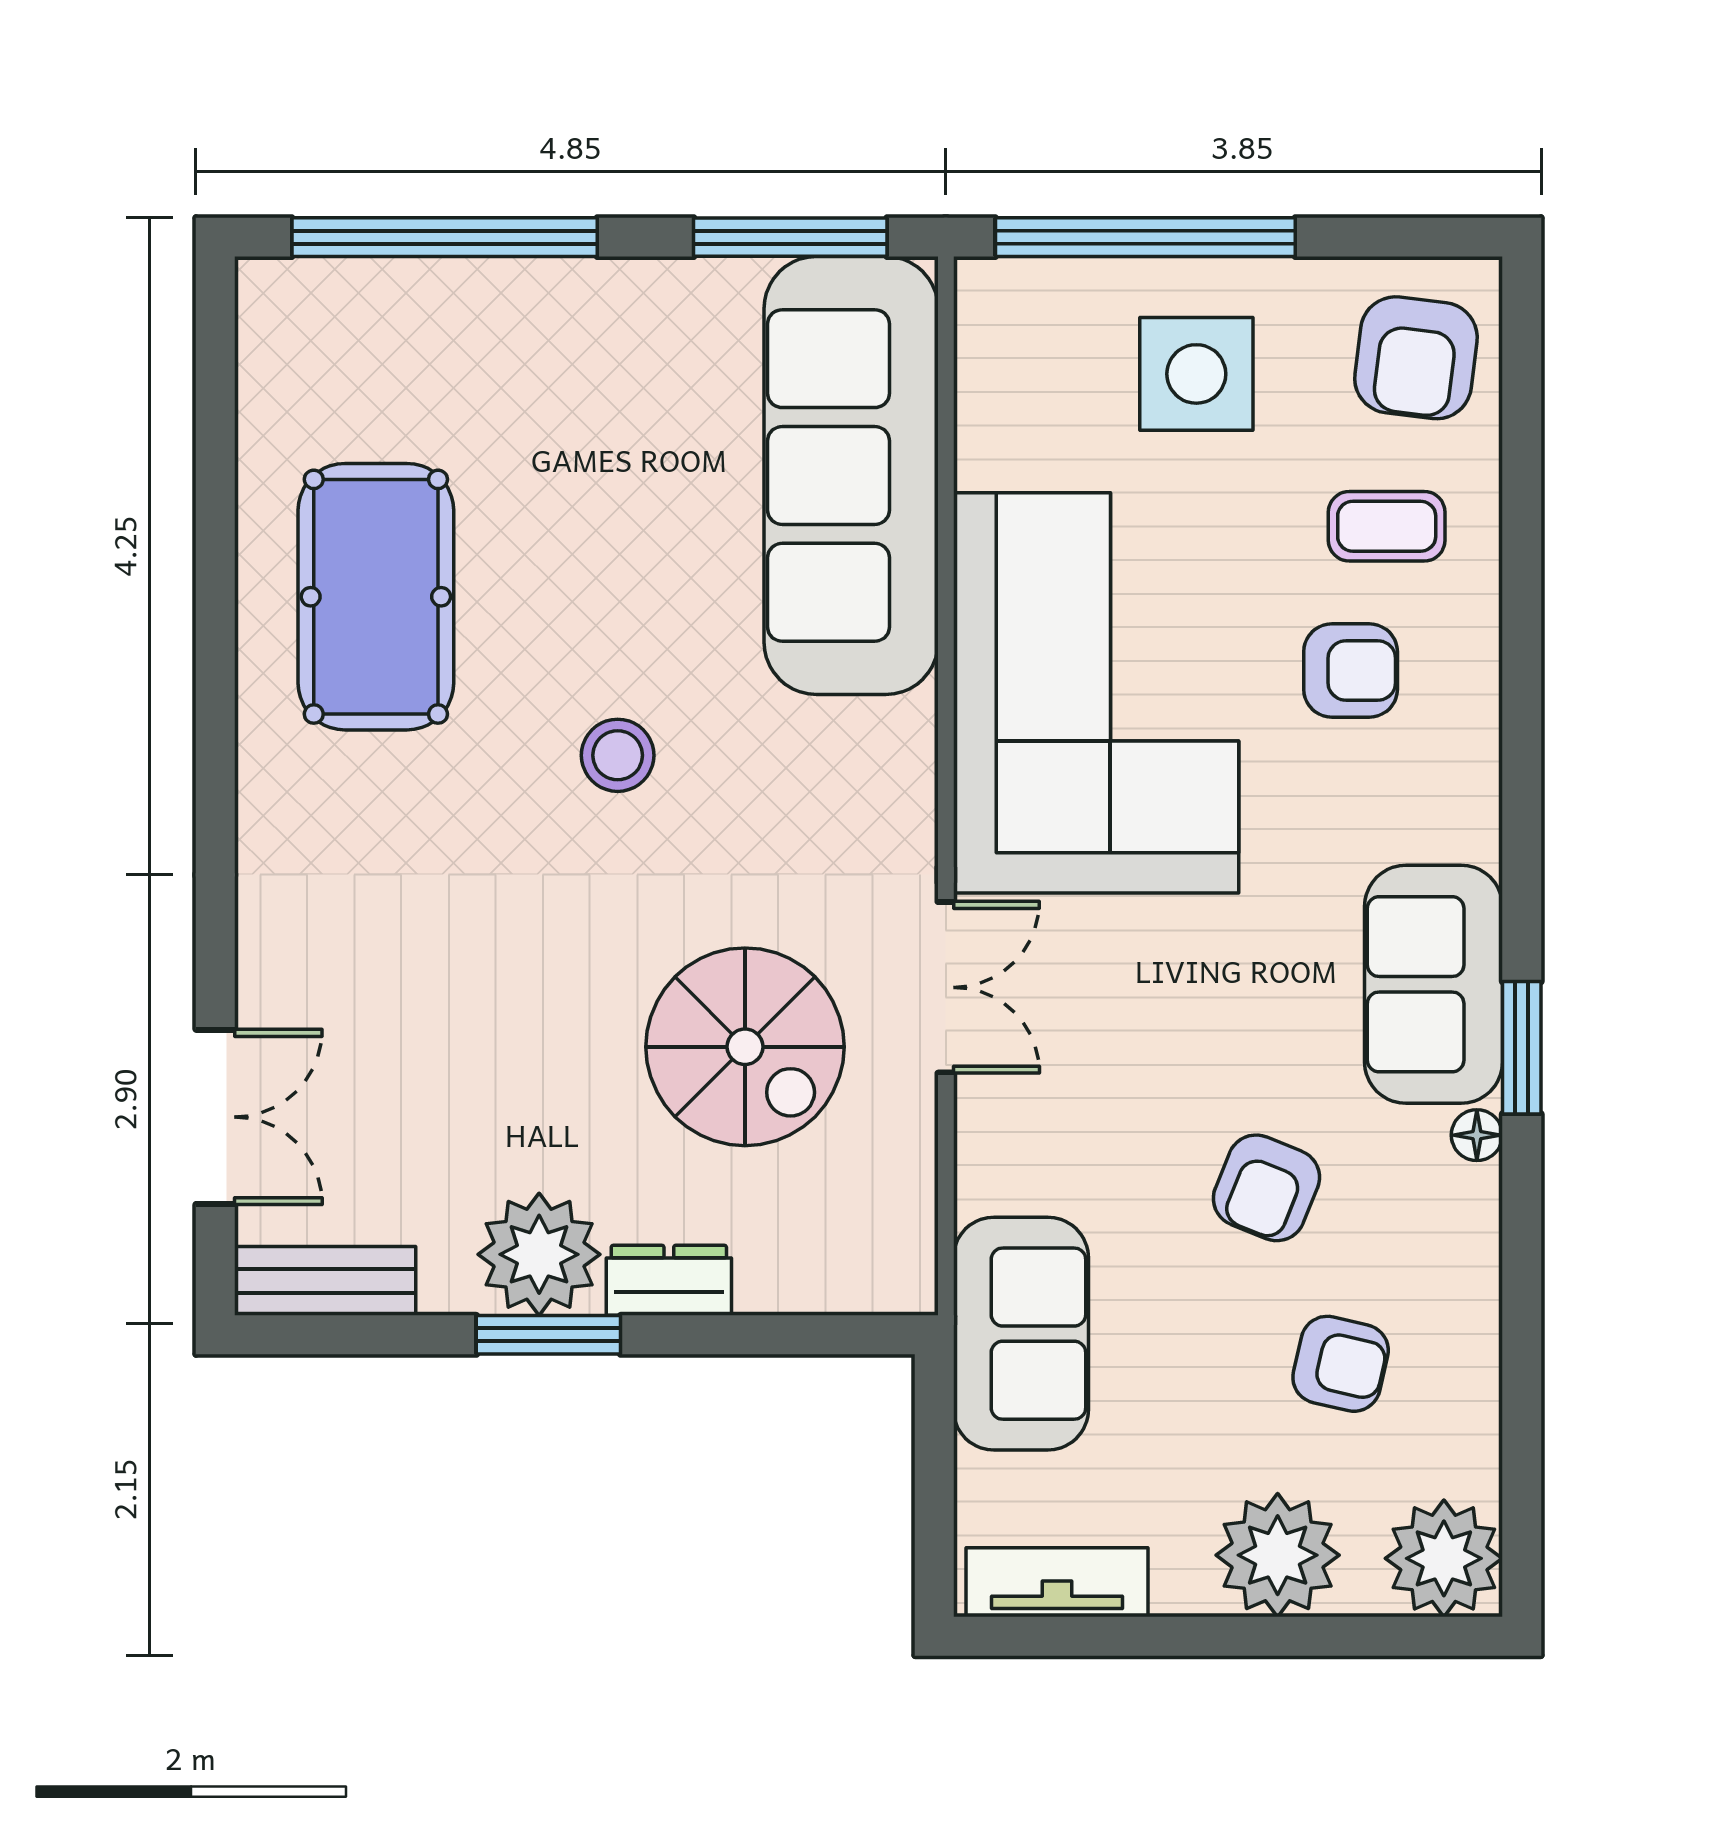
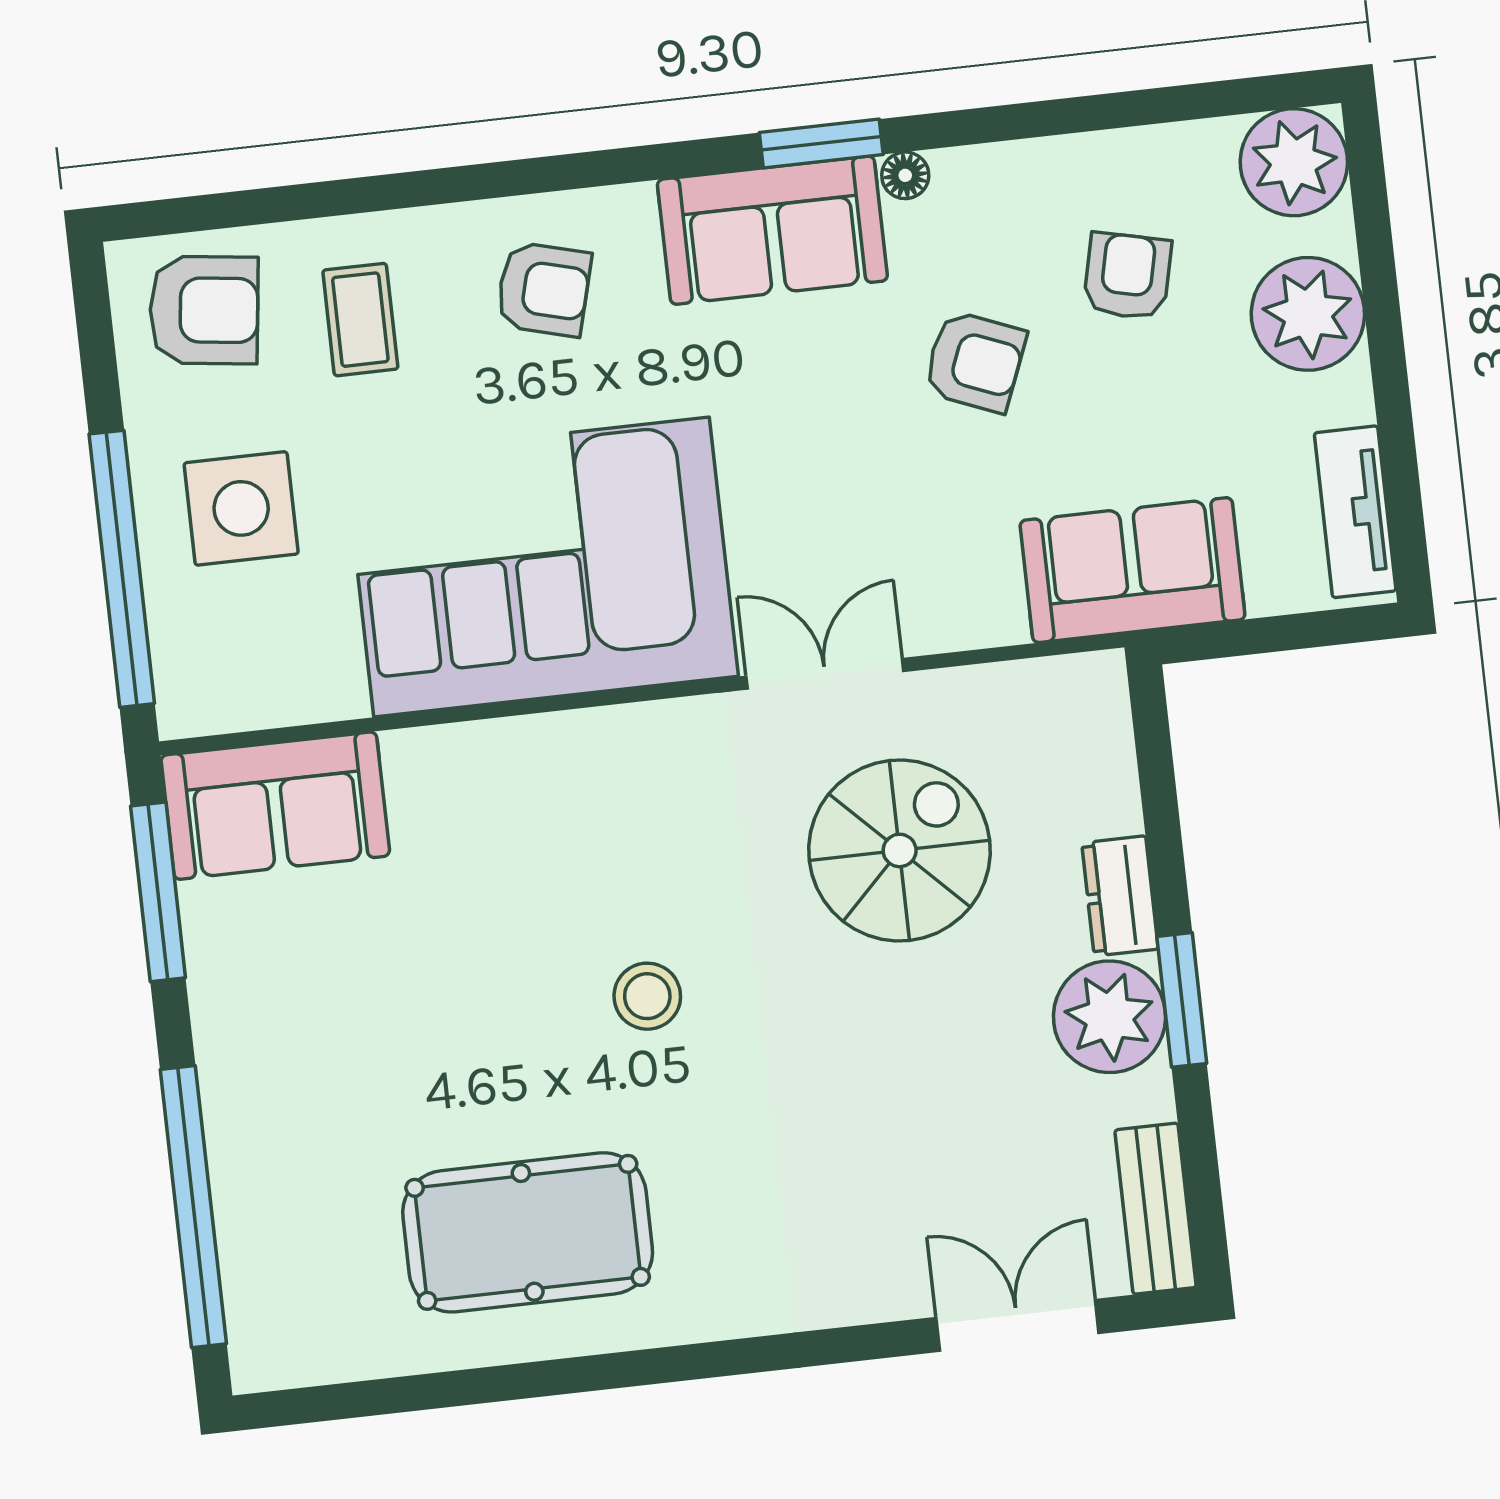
sofa: (851, 475) -> (275, 806), width x0.54, depth x0.79
armchair: (1351, 670) -> (544, 289), moved, turned 105

